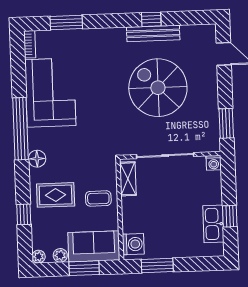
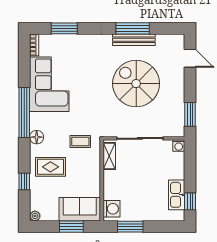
window: (151, 19) -> (133, 28), width x2.17
coffee table: (98, 198) -> (80, 142), moved
window: (230, 216) -> (190, 201), moved
plant: (60, 255) -> (53, 216), removed

